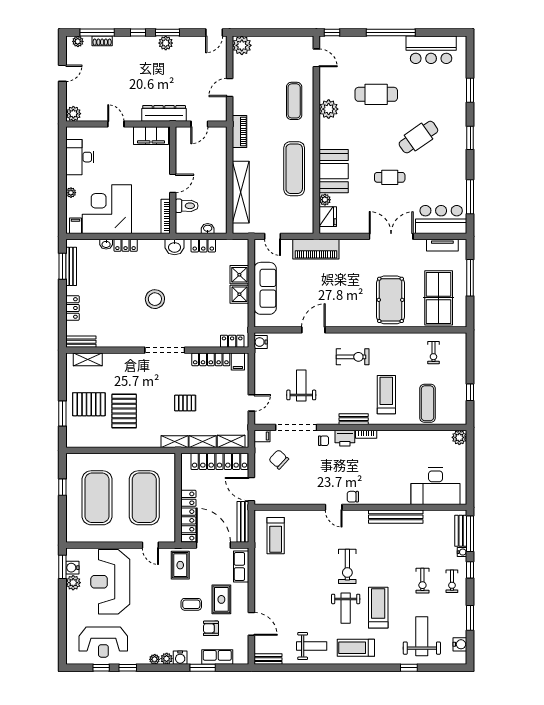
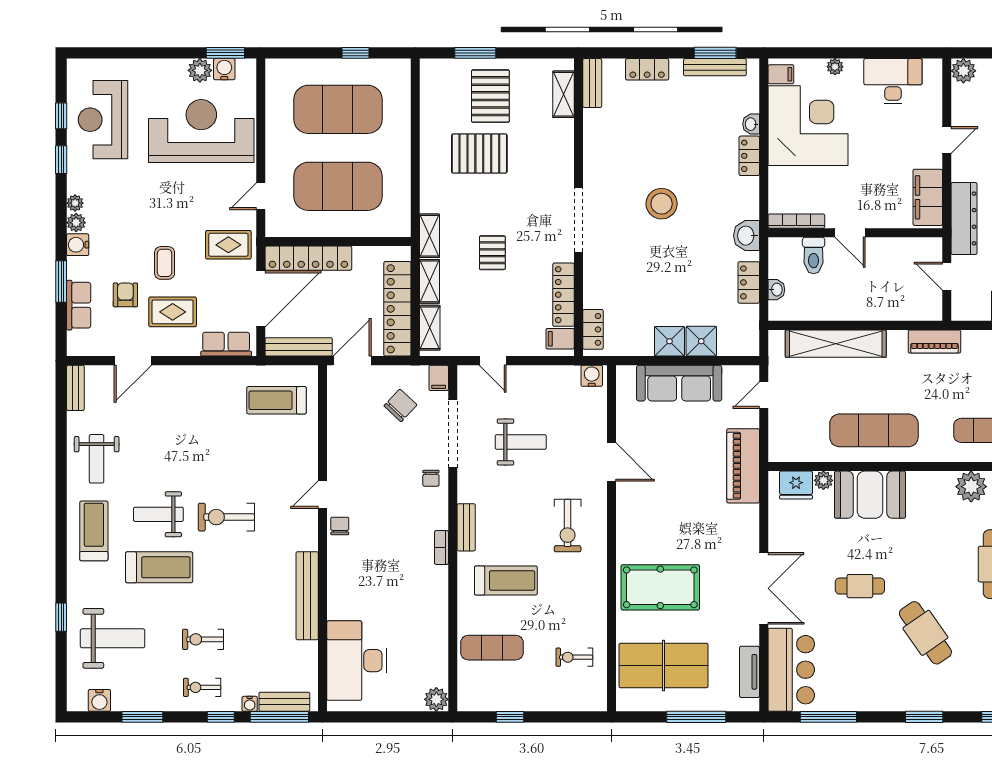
cafe table: (390, 177) -> (860, 586), turned 90
printer: (345, 438) -> (435, 513), removed

